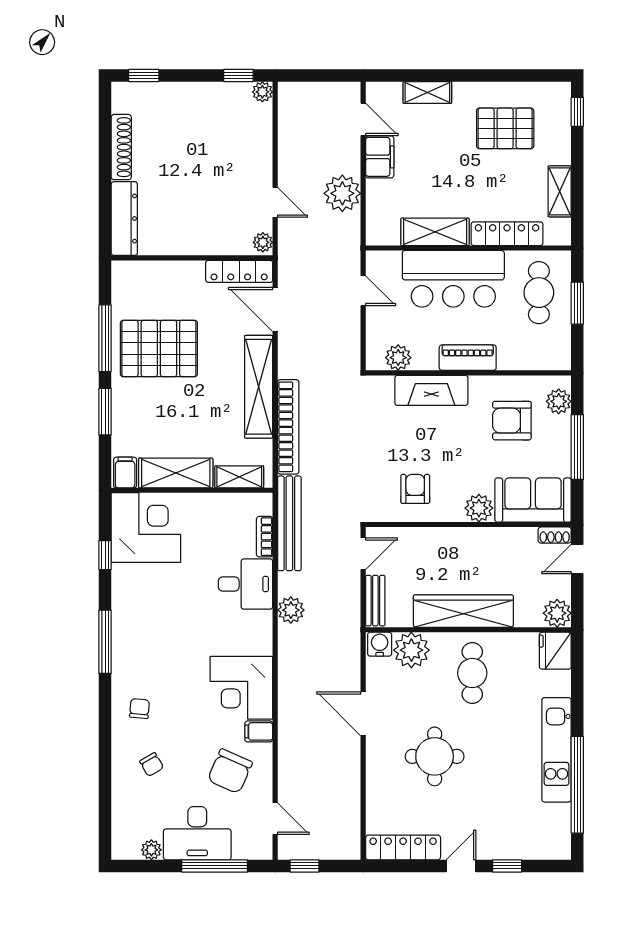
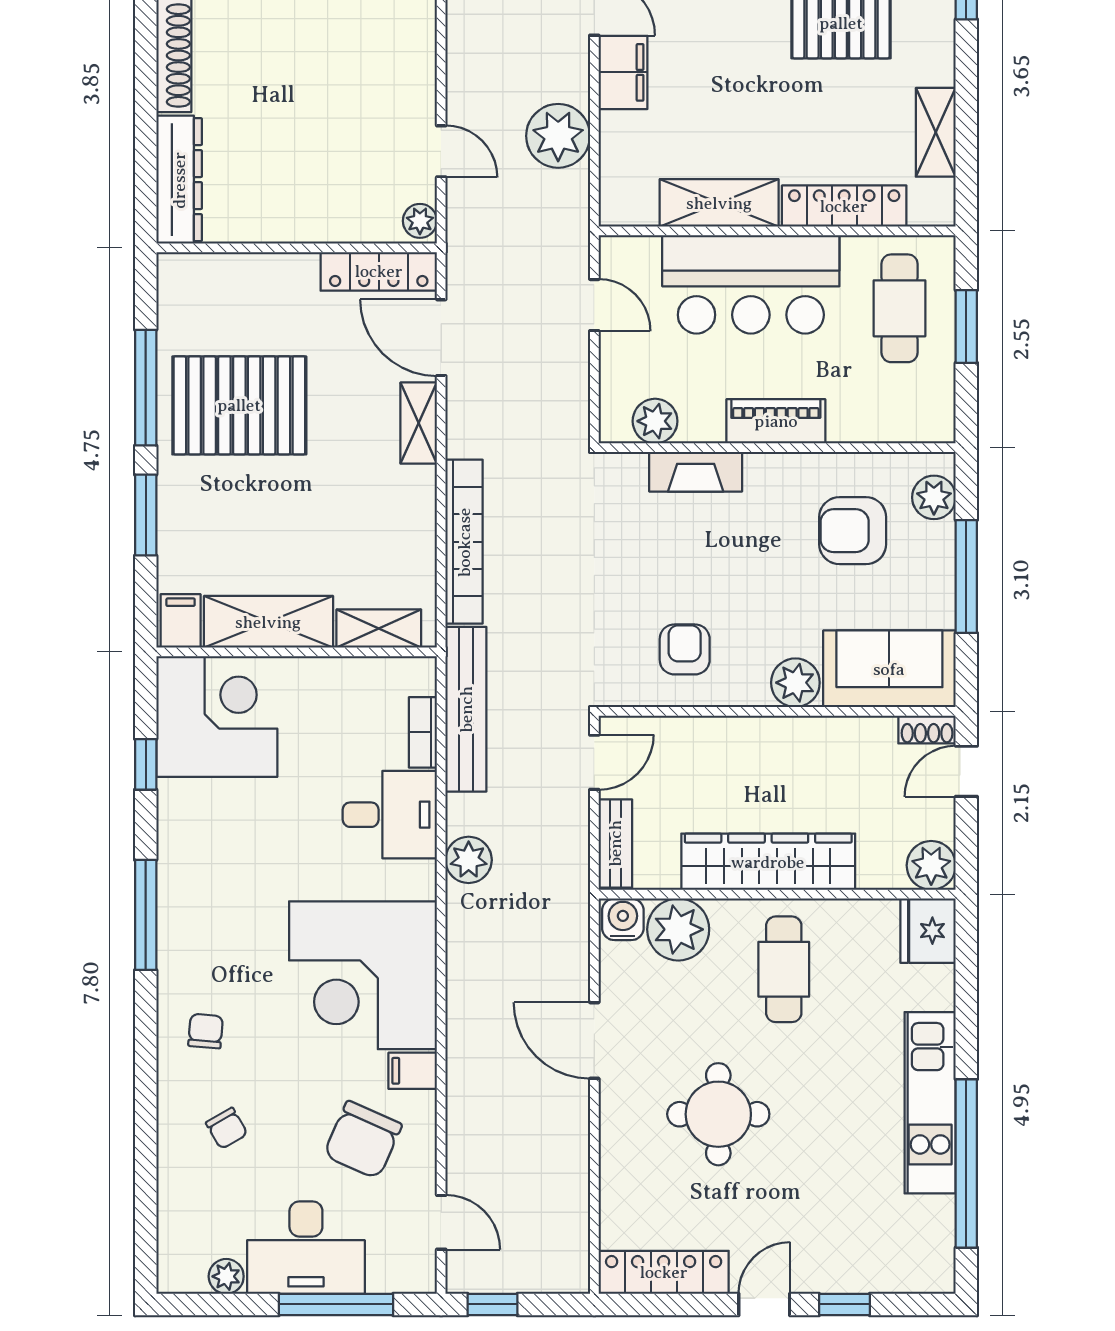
shelving: (259, 387) -> (419, 423), width x0.45, depth x0.75
fireplace: (431, 390) -> (696, 472), width x0.73, depth x0.76
corner desk: (241, 688) -> (363, 975), width x1.36, depth x1.36

